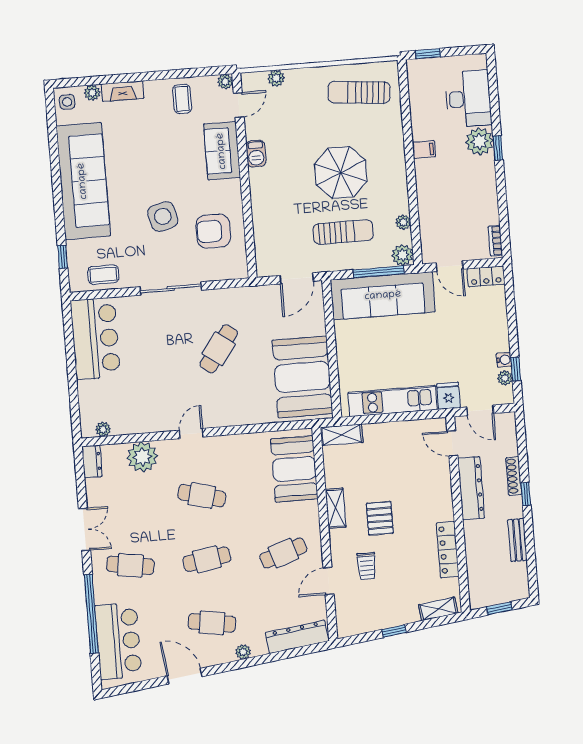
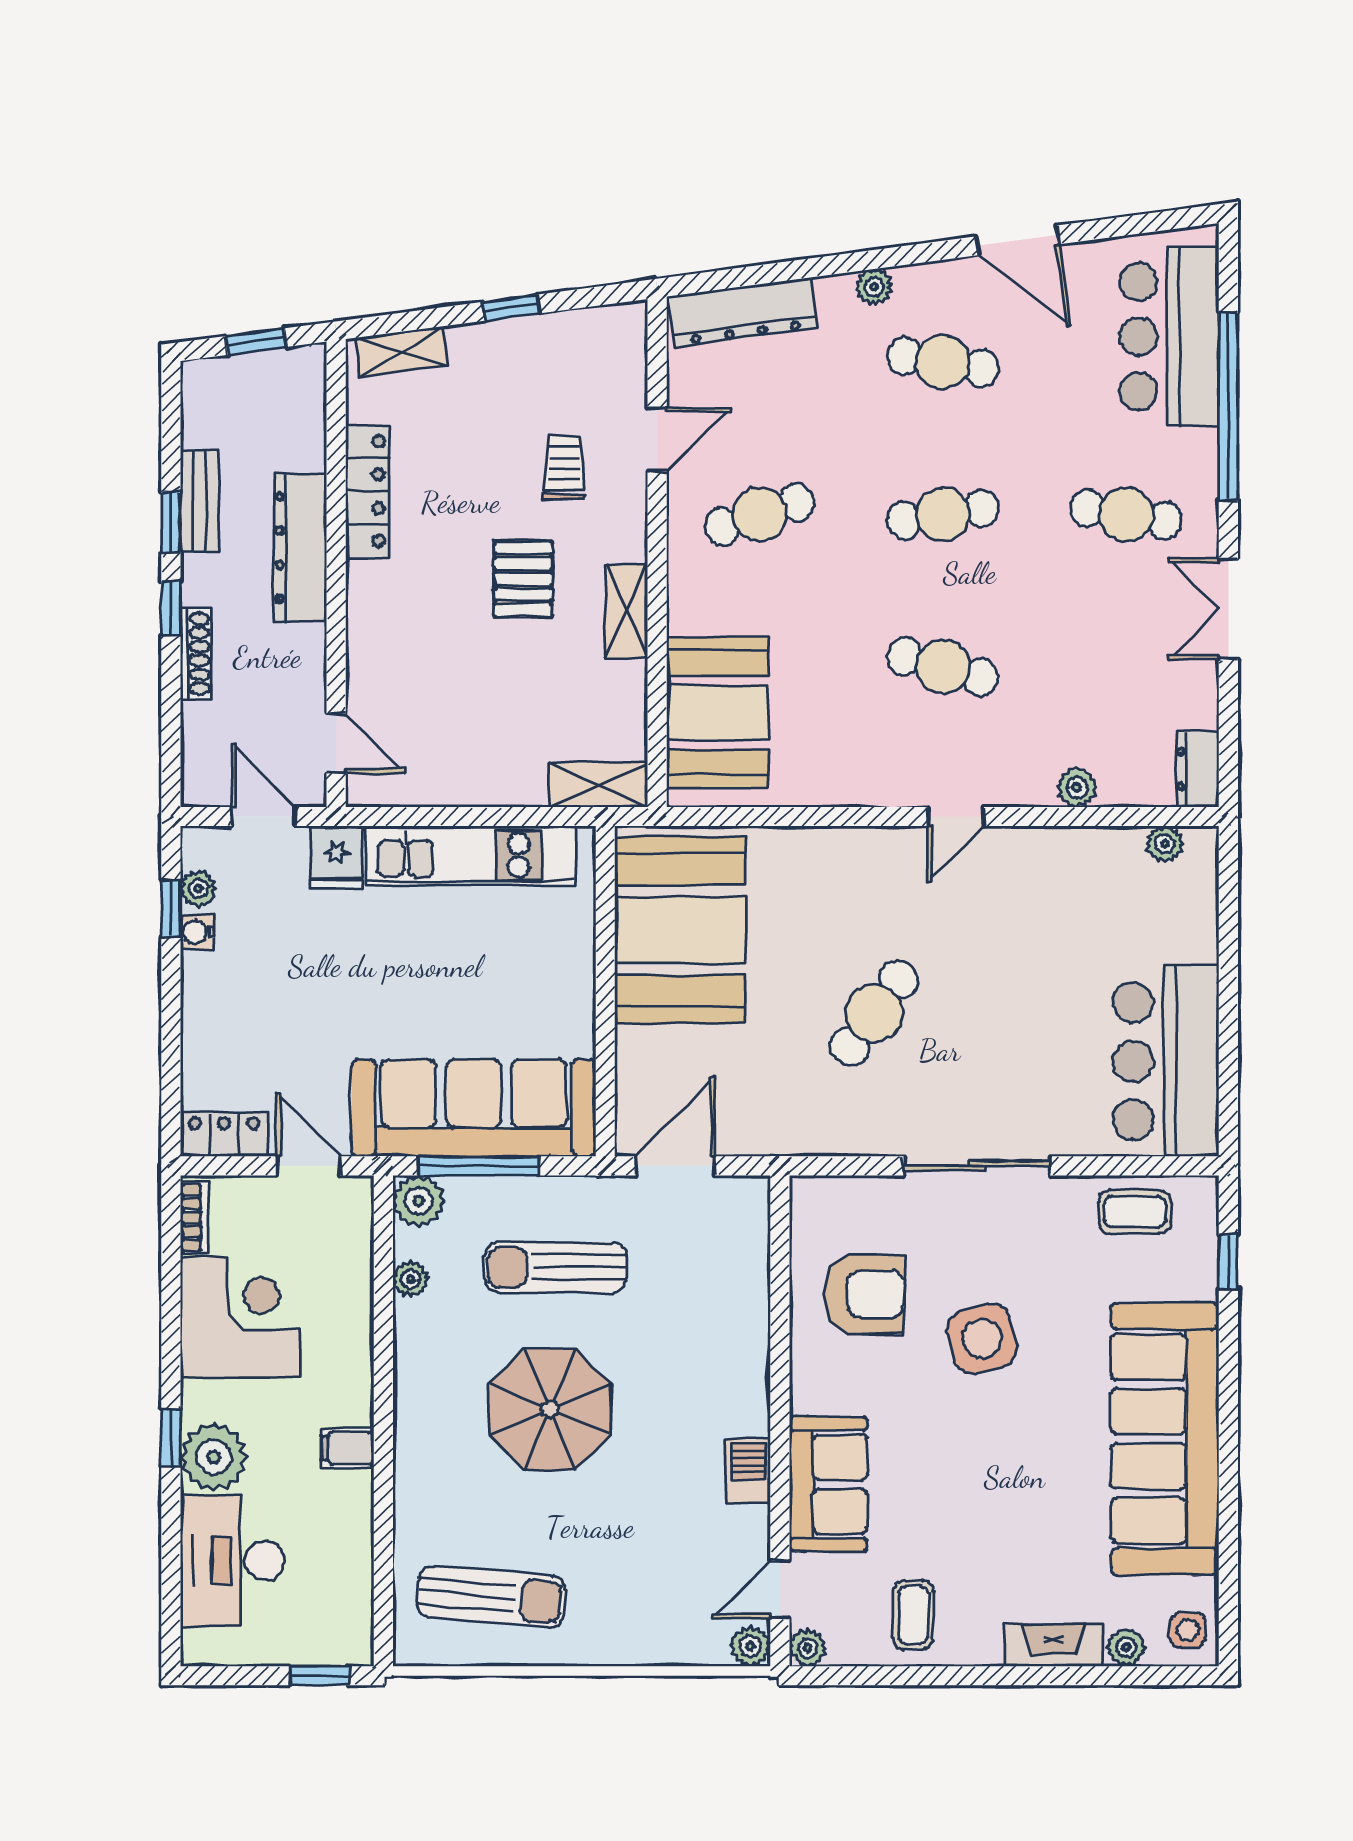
plant: (276, 78) -> (750, 1646), moved
corner desk: (473, 201) -> (240, 1317), added
plant: (142, 457) -> (1077, 788), width x0.53, depth x0.53
dresser: (471, 488) -> (300, 548), moved
window: (529, 530) -> (171, 522), added

